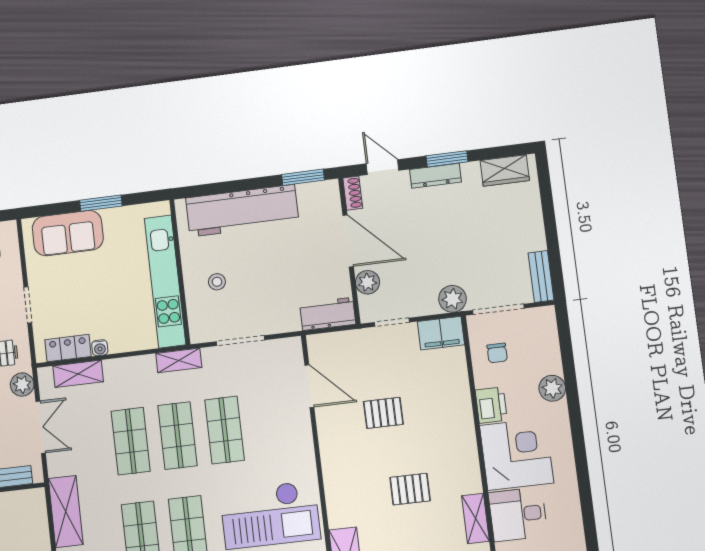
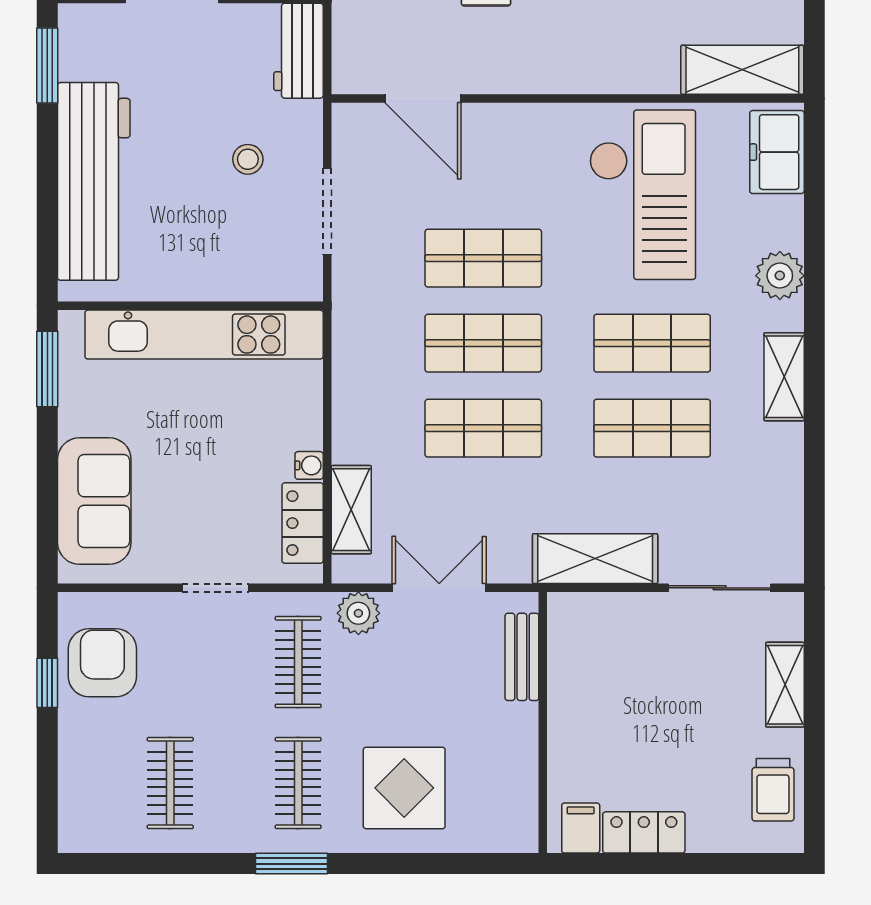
window: (101, 203) -> (47, 369), moved
stool: (217, 282) -> (248, 159), moved
shelving: (179, 360) -> (349, 326), removed
door: (309, 386) -> (423, 99), swing flipped

